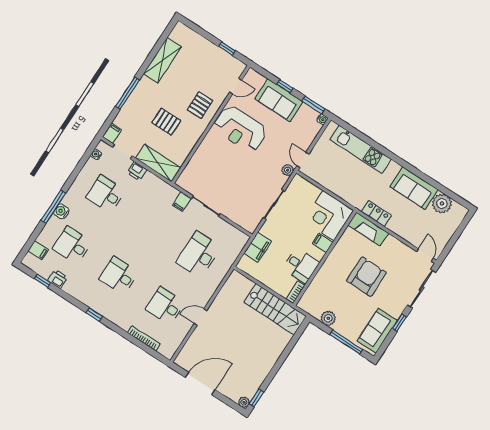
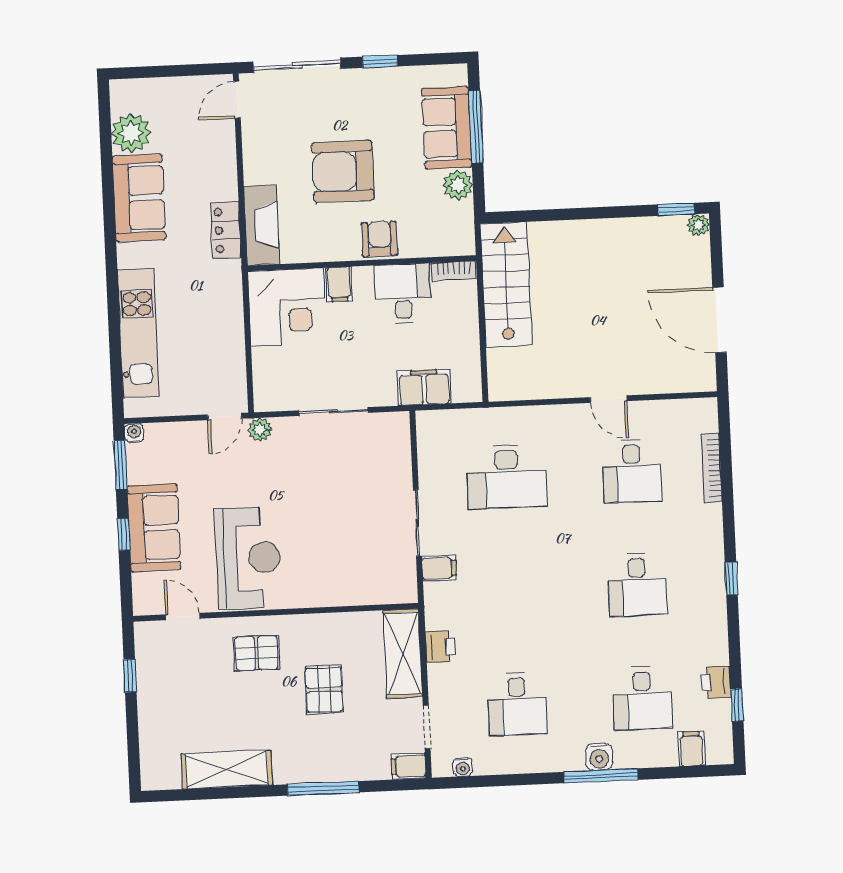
printer: (137, 171) -> (440, 647), moved
armchair: (329, 272) -> (379, 239), added
sofa: (377, 331) -> (447, 128), moved, turned 90

